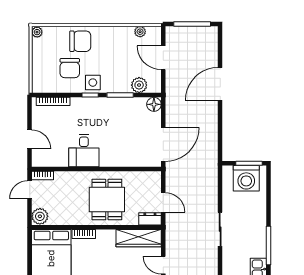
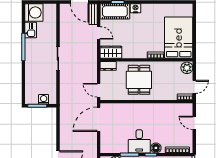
floor lamp: (154, 104) -> (156, 148), moved
desk: (84, 151) -> (139, 141), moved, turned 180
washing machine: (246, 178) -> (44, 99), width x0.53, depth x0.53
door: (163, 202) -> (99, 90), moved
wardrobe: (139, 238) -> (111, 52), width x0.67

